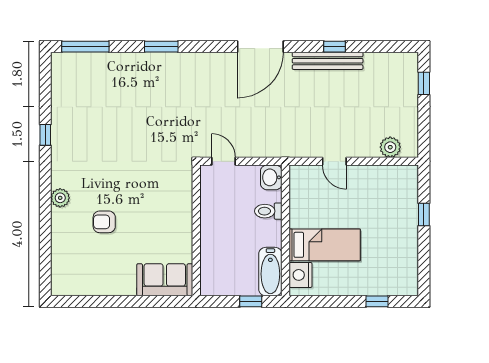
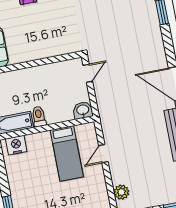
toilet: (268, 211) -> (39, 116), moved
bed: (325, 245) -> (67, 153), moved

